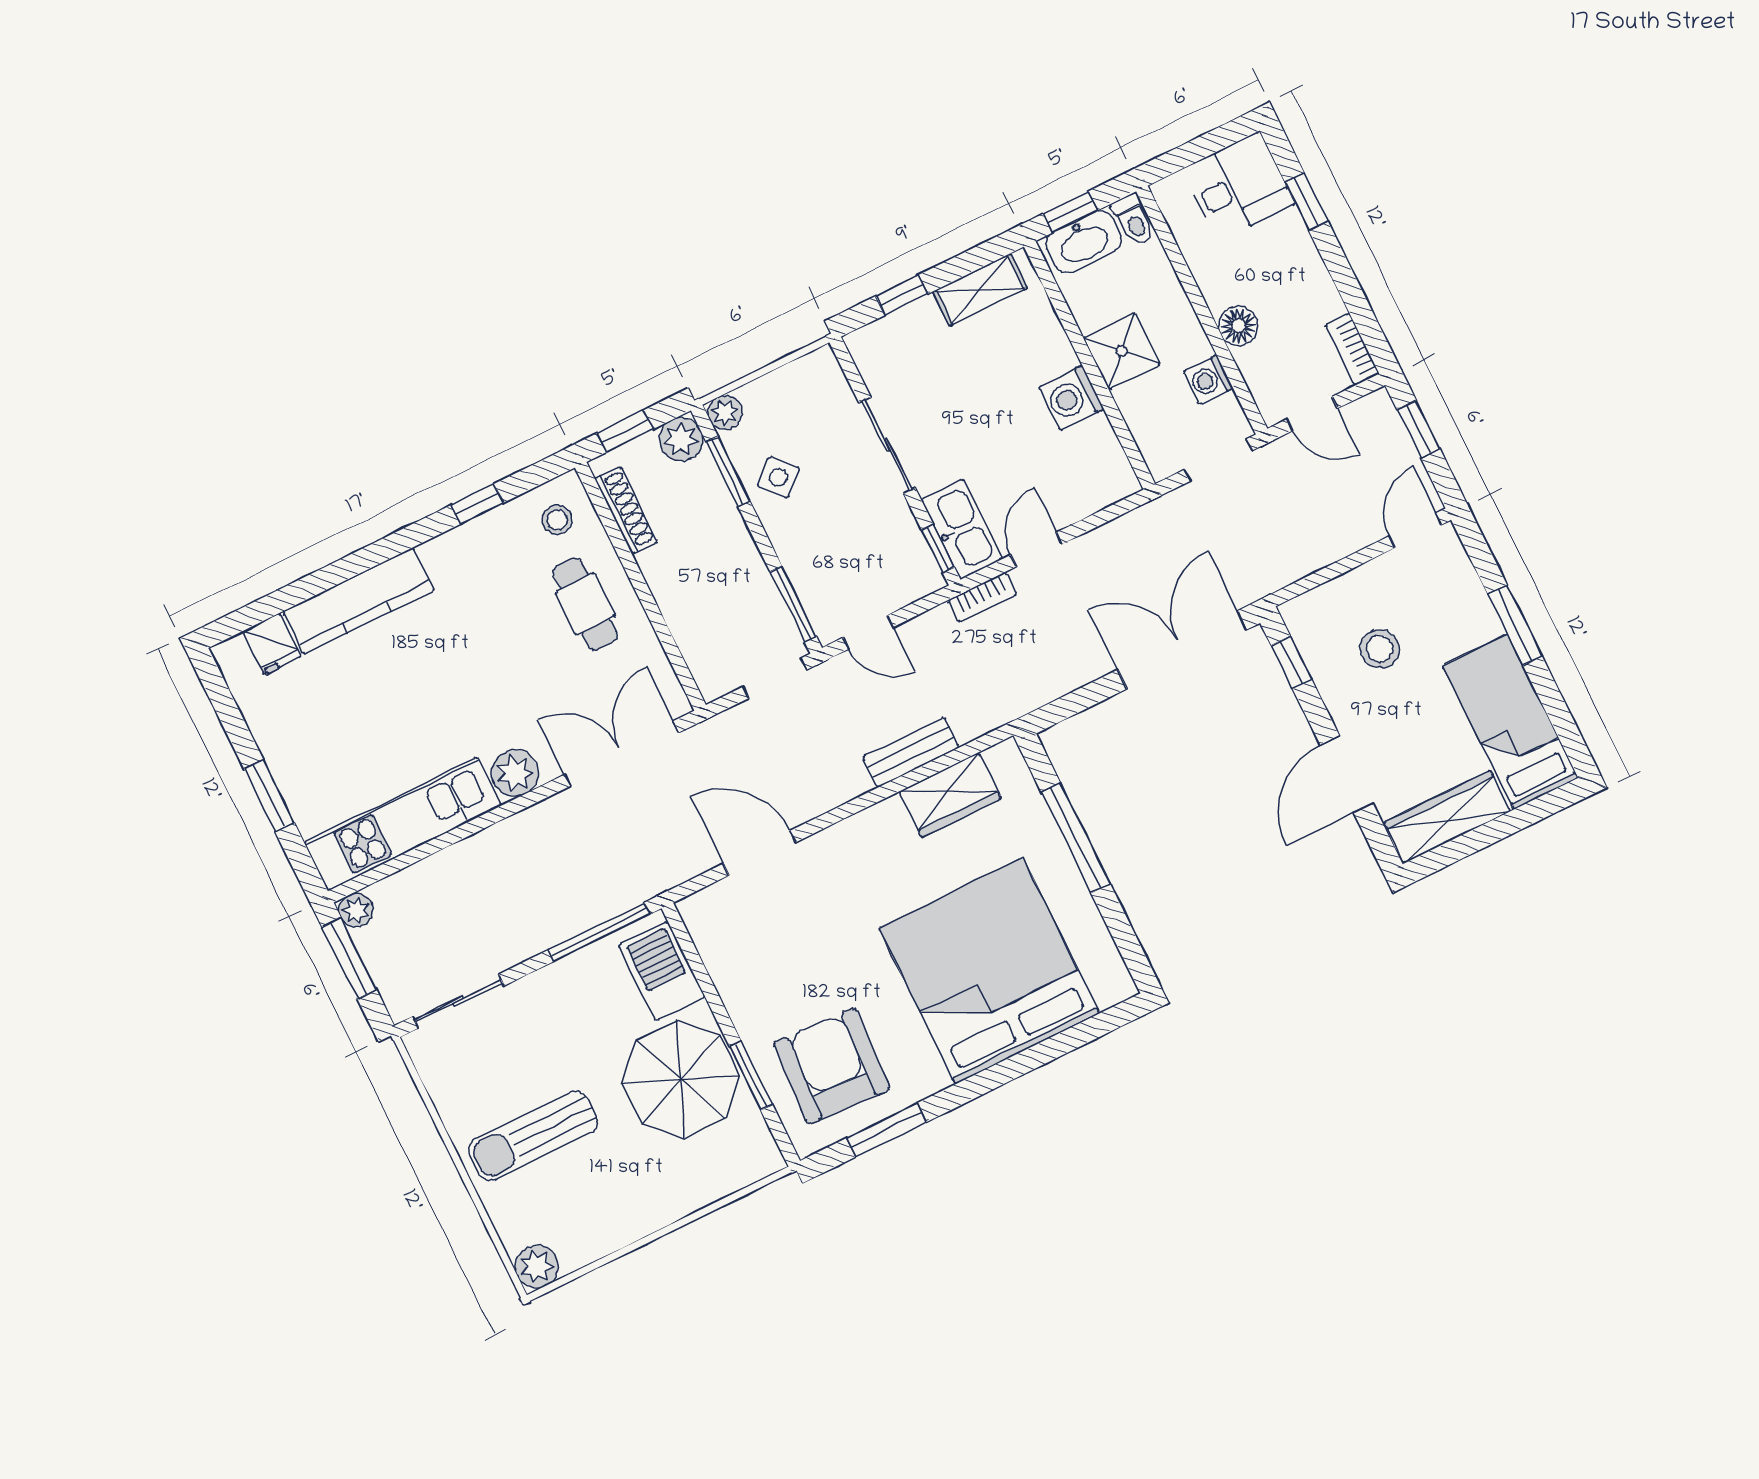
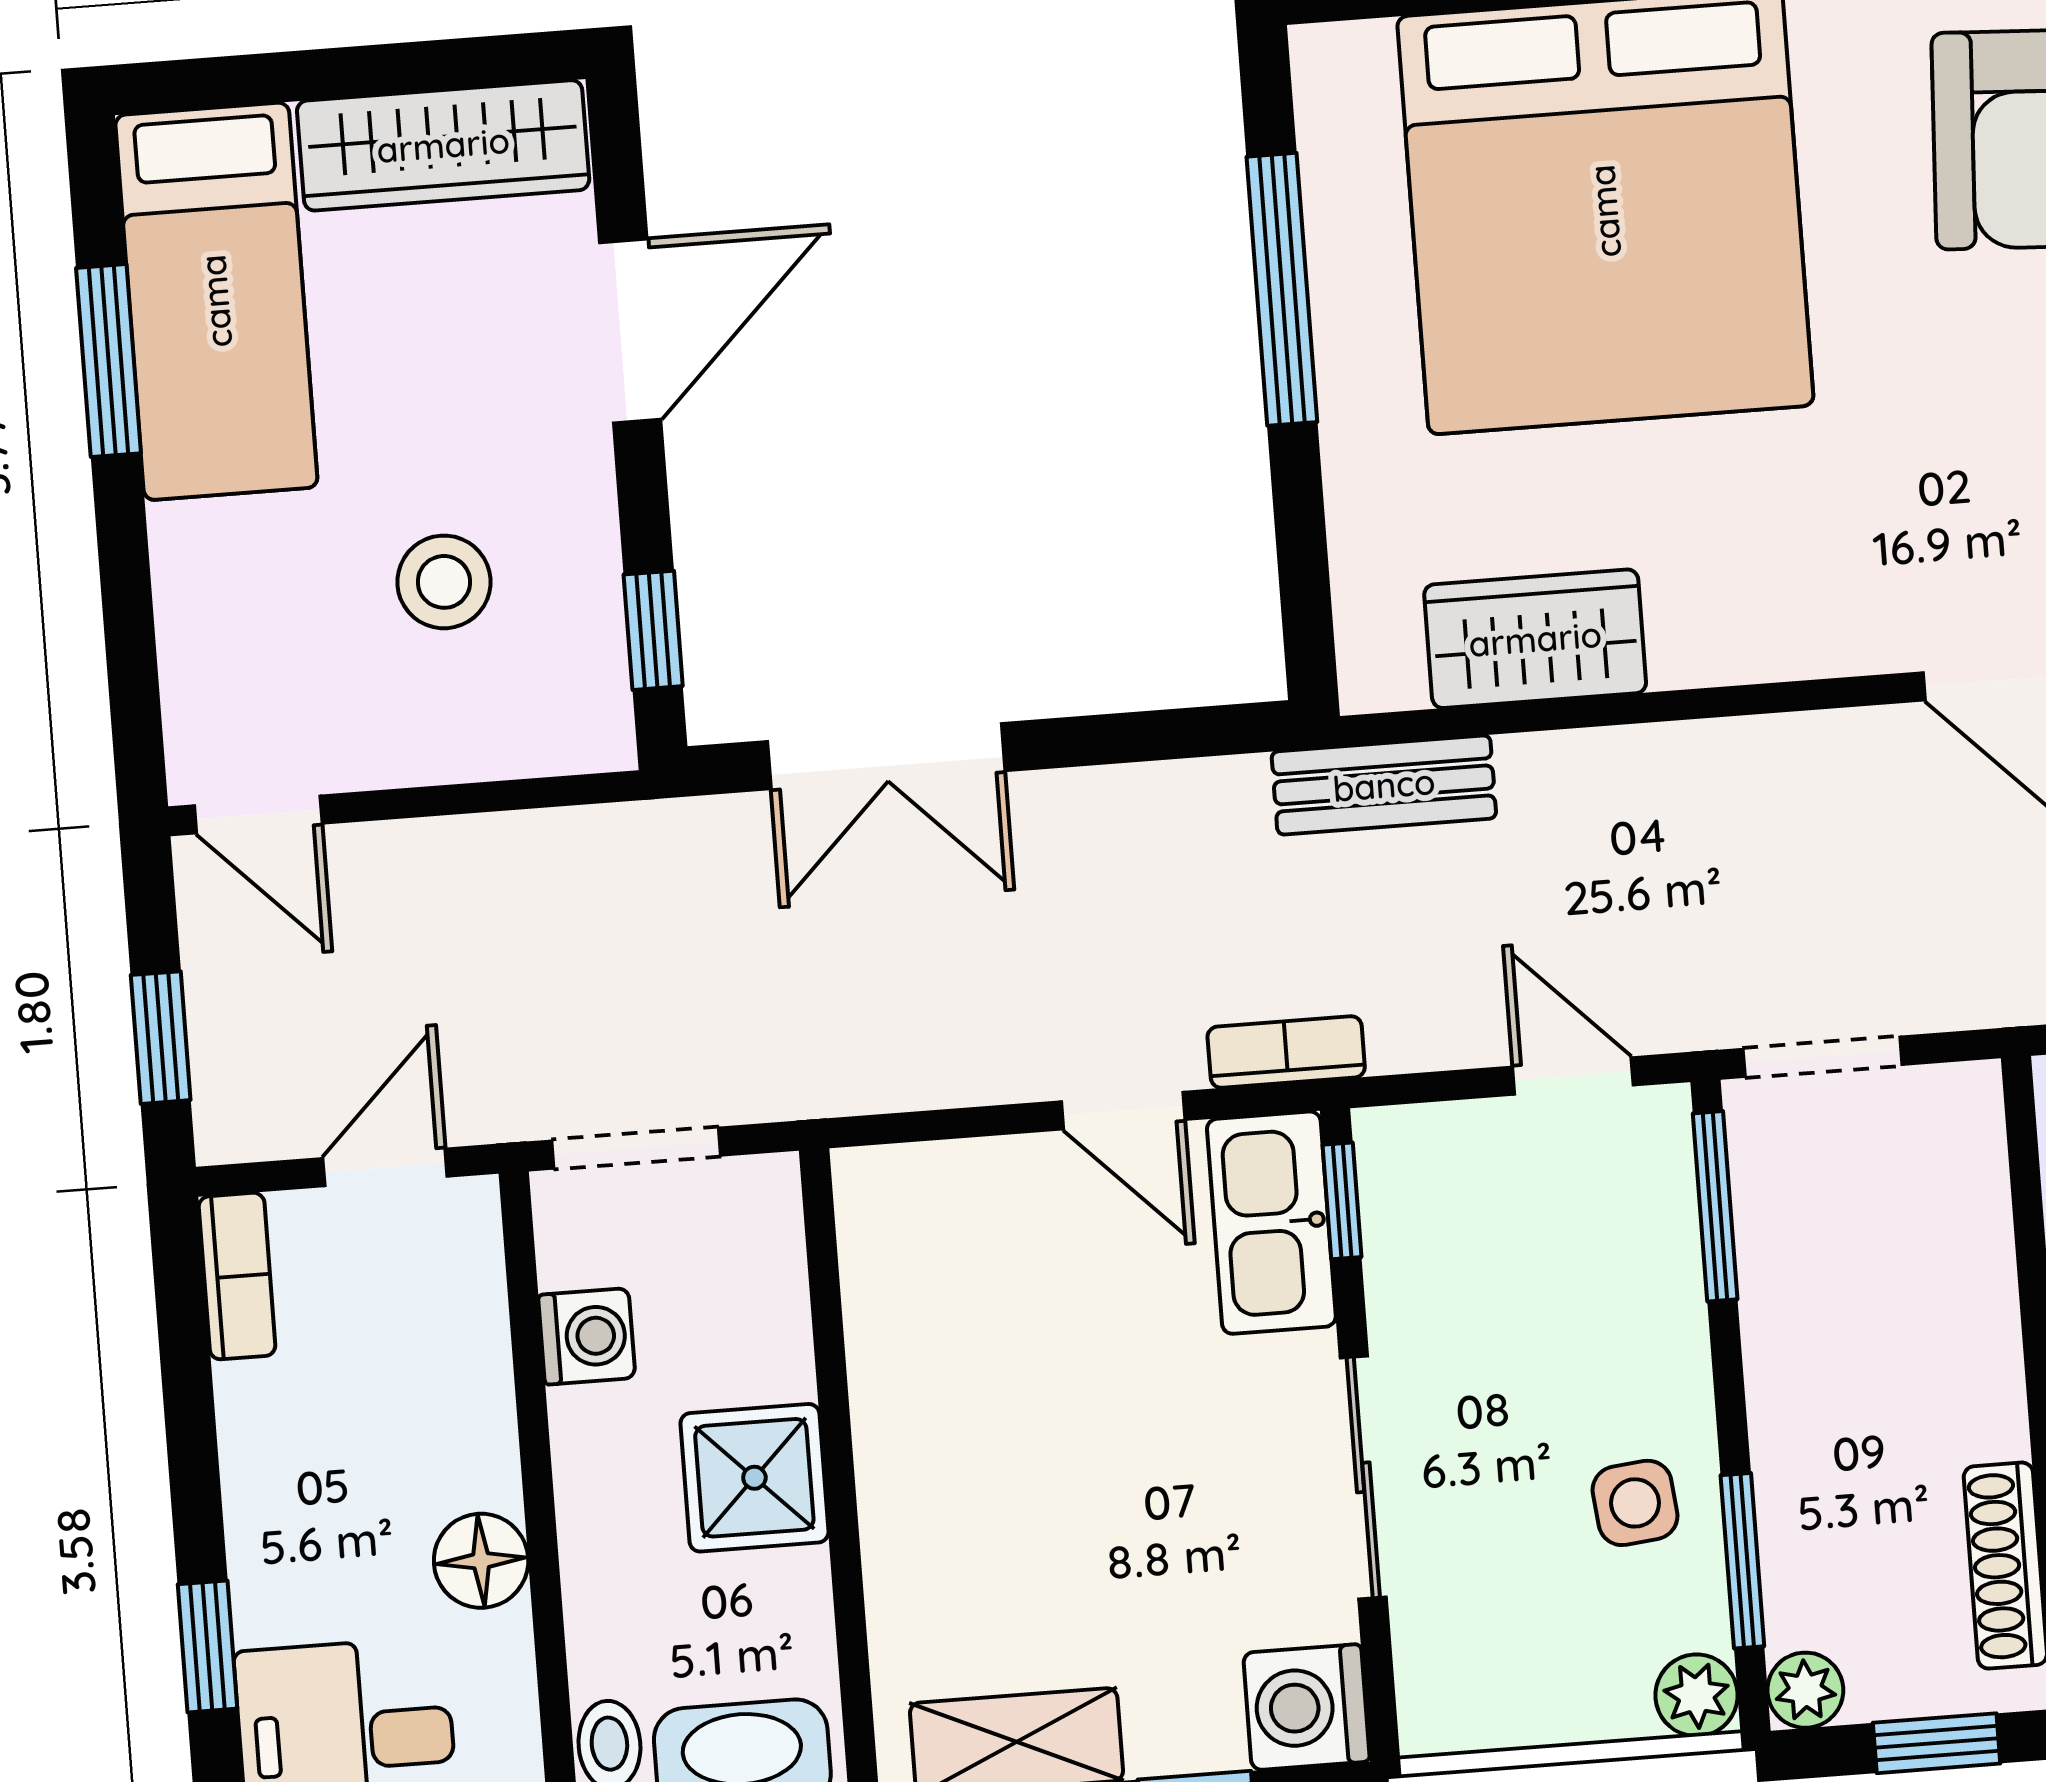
floor lamp: (1238, 326) -> (481, 1561), moved
washing machine: (1071, 398) -> (1306, 1707), moved, turned 180
door: (1312, 414) -> (385, 1167), hinge flipped
plant: (681, 439) -> (1805, 1690), width x0.73, depth x0.73
side table: (778, 477) -> (1635, 1503), turned 37
door: (1415, 530) -> (258, 814), hinge flipped
door: (1036, 550) -> (1123, 1111), hinge flipped
window: (1515, 625) -> (109, 361), moved
double door: (1182, 650) -> (886, 756), width x0.73
bench: (911, 752) -> (1384, 785), moved
window: (1076, 838) -> (1282, 289), moved

